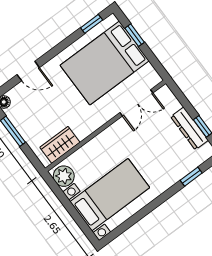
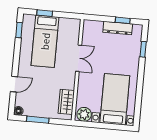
bed: (105, 63) -> (45, 41), width x0.67
double door: (136, 103) -> (79, 58), moved

